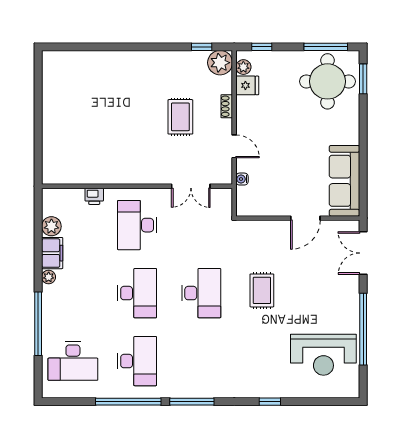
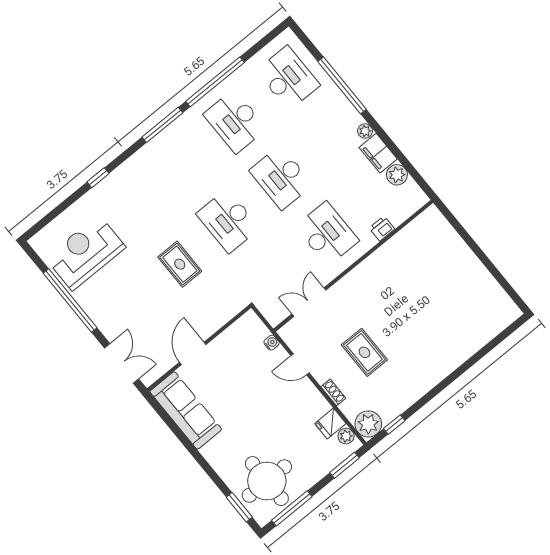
window: (262, 47) -> (345, 465), width x1.50
desk: (73, 361) -> (288, 78), turned 90

